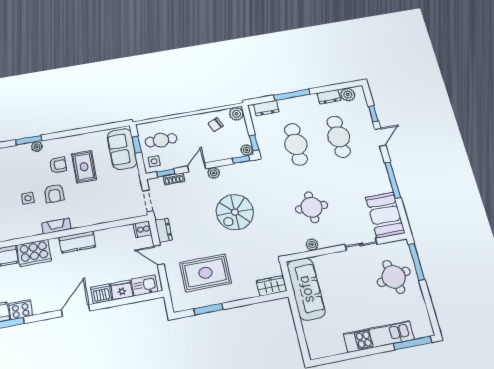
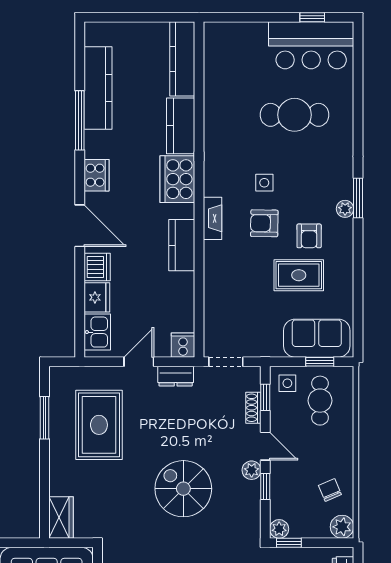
window: (241, 159) -> (265, 486), moved
cooker: (21, 310) -> (97, 175), moved

